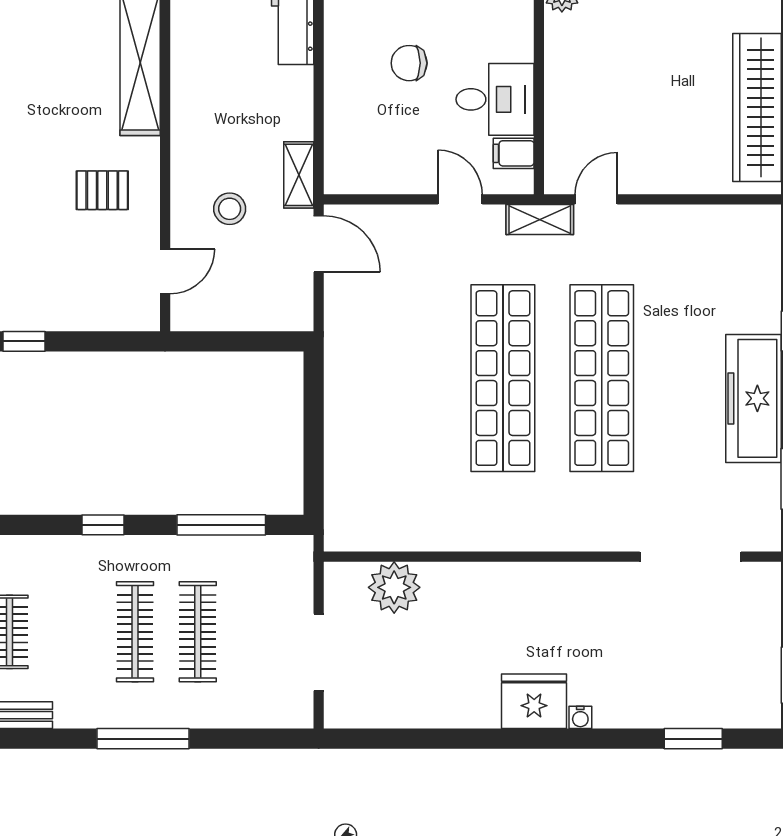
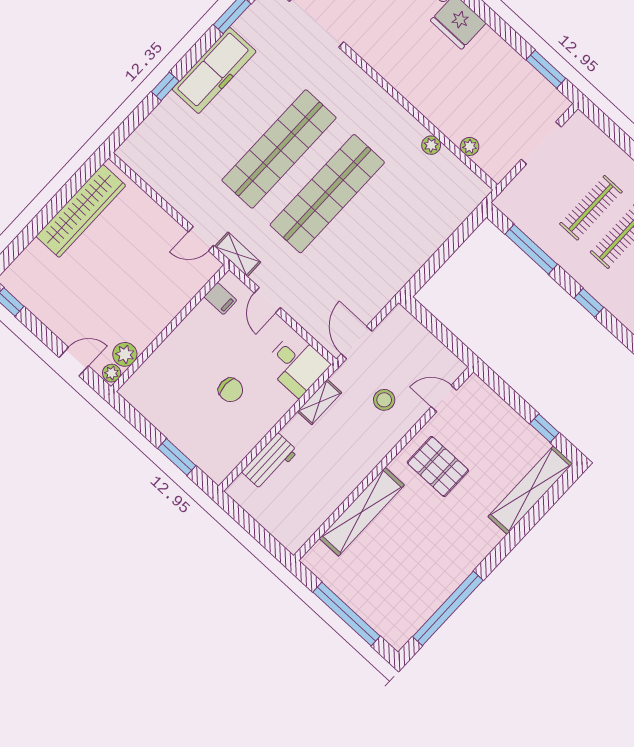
desk: (495, 99) -> (296, 364), moved, turned 180
shelving: (299, 175) -> (319, 402), moved
pallet: (102, 190) -> (438, 466), width x1.50, depth x1.42
plant: (438, 538) -> (431, 145), added
plant: (394, 587) -> (470, 146), width x0.53, depth x0.53
window: (389, 739) -> (546, 69), added

